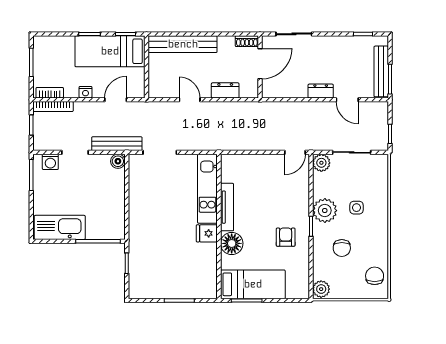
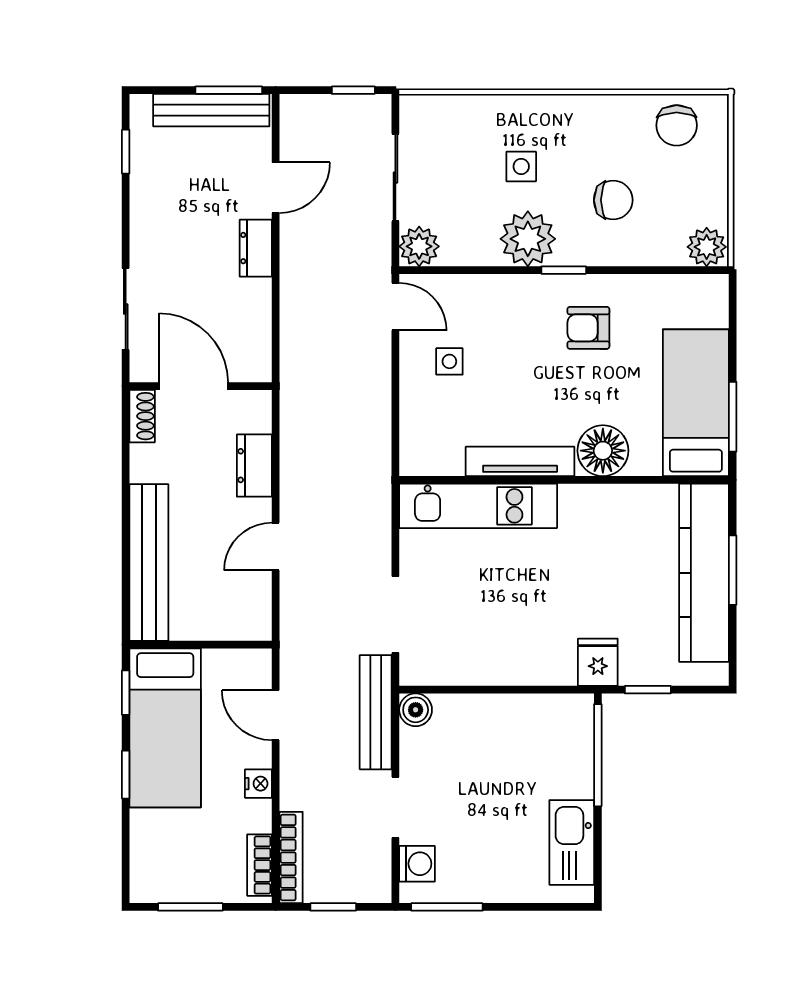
side table: (271, 176) -> (449, 361), added
kitchen sink: (60, 227) -> (572, 842), width x0.73, depth x0.81
fridge: (207, 233) -> (598, 662), moved, turned 180
chair: (375, 276) -> (677, 125), turned -90
kitchen counter: (178, 288) -> (704, 573), added

